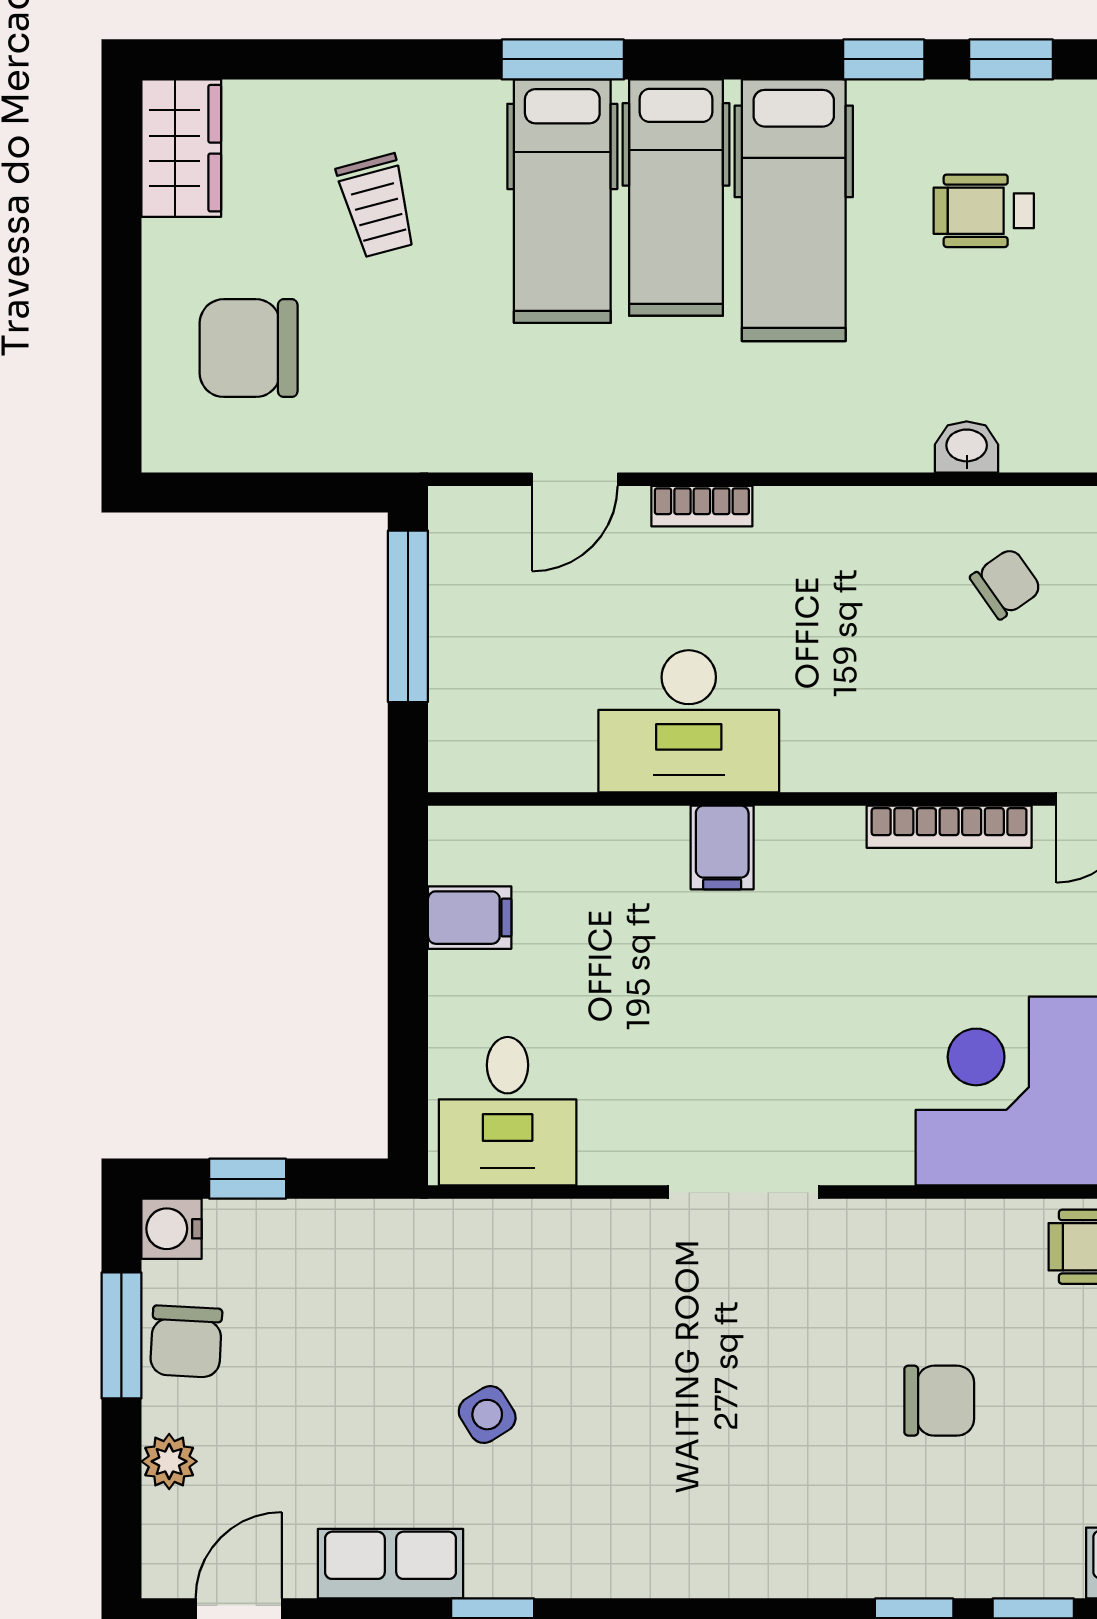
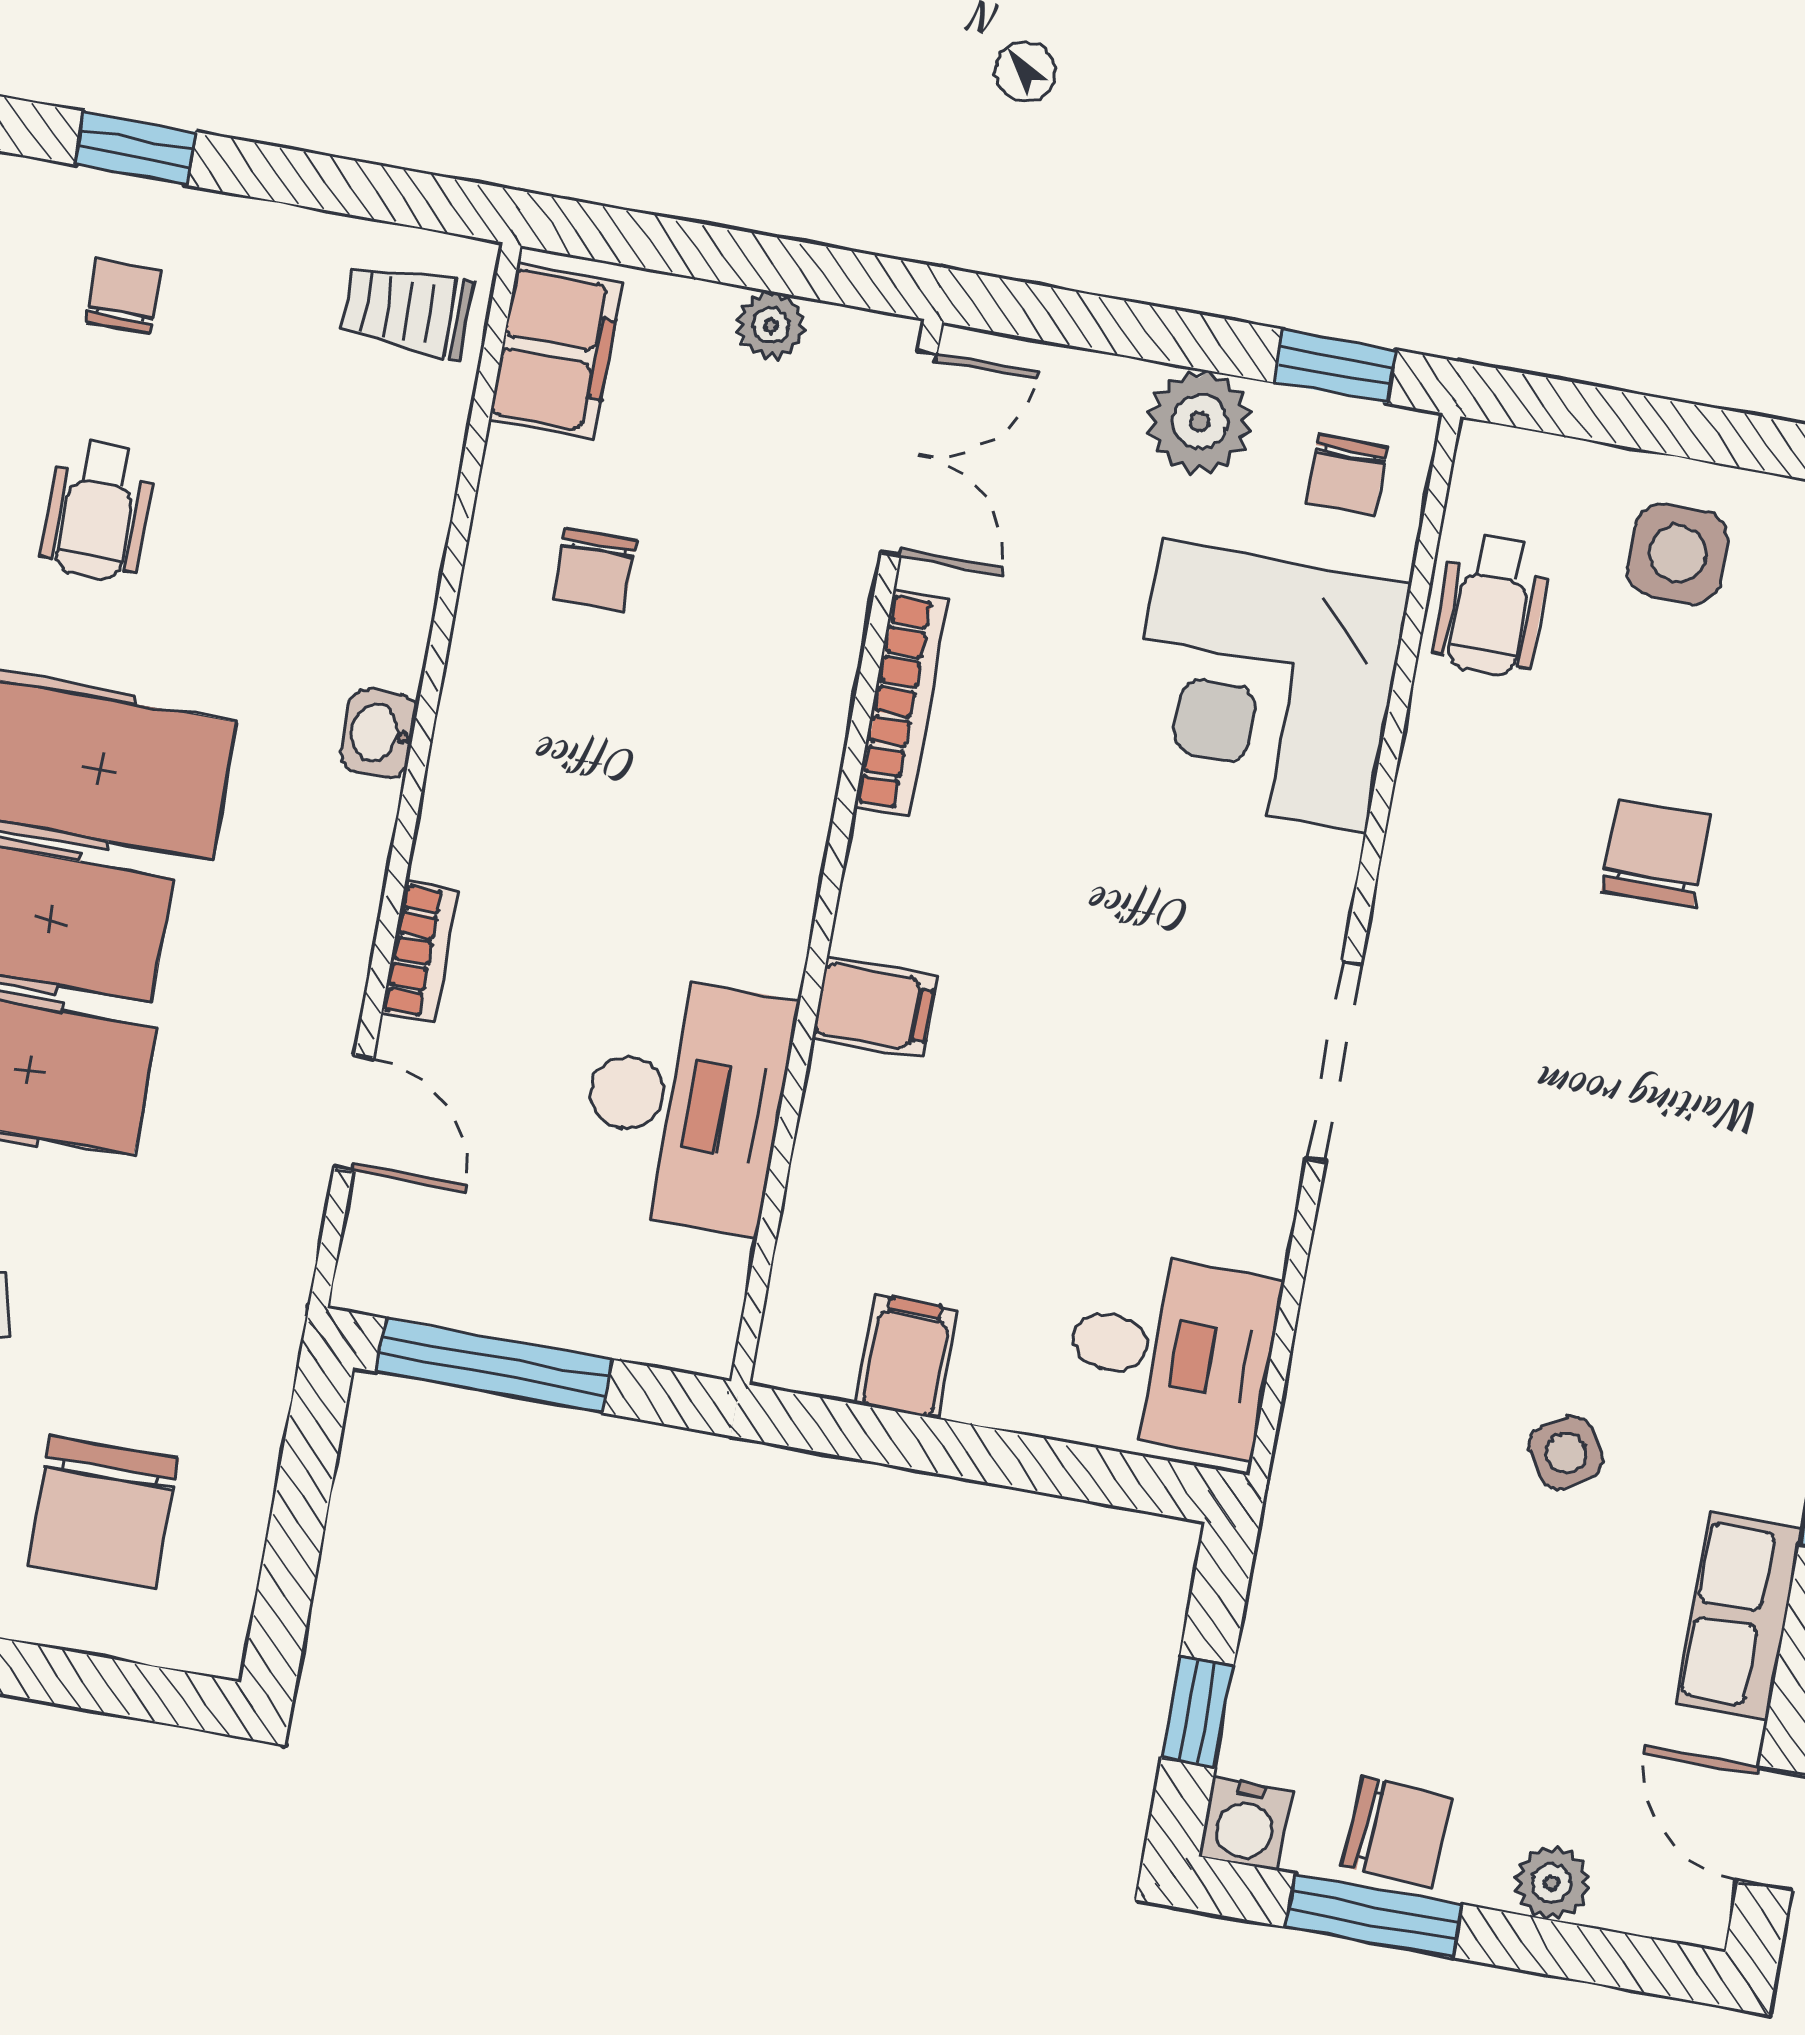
washbasin: (967, 447) -> (379, 733), moved
chair: (1006, 583) -> (595, 570), turned -145
desk: (689, 721) -> (685, 1103), moved

